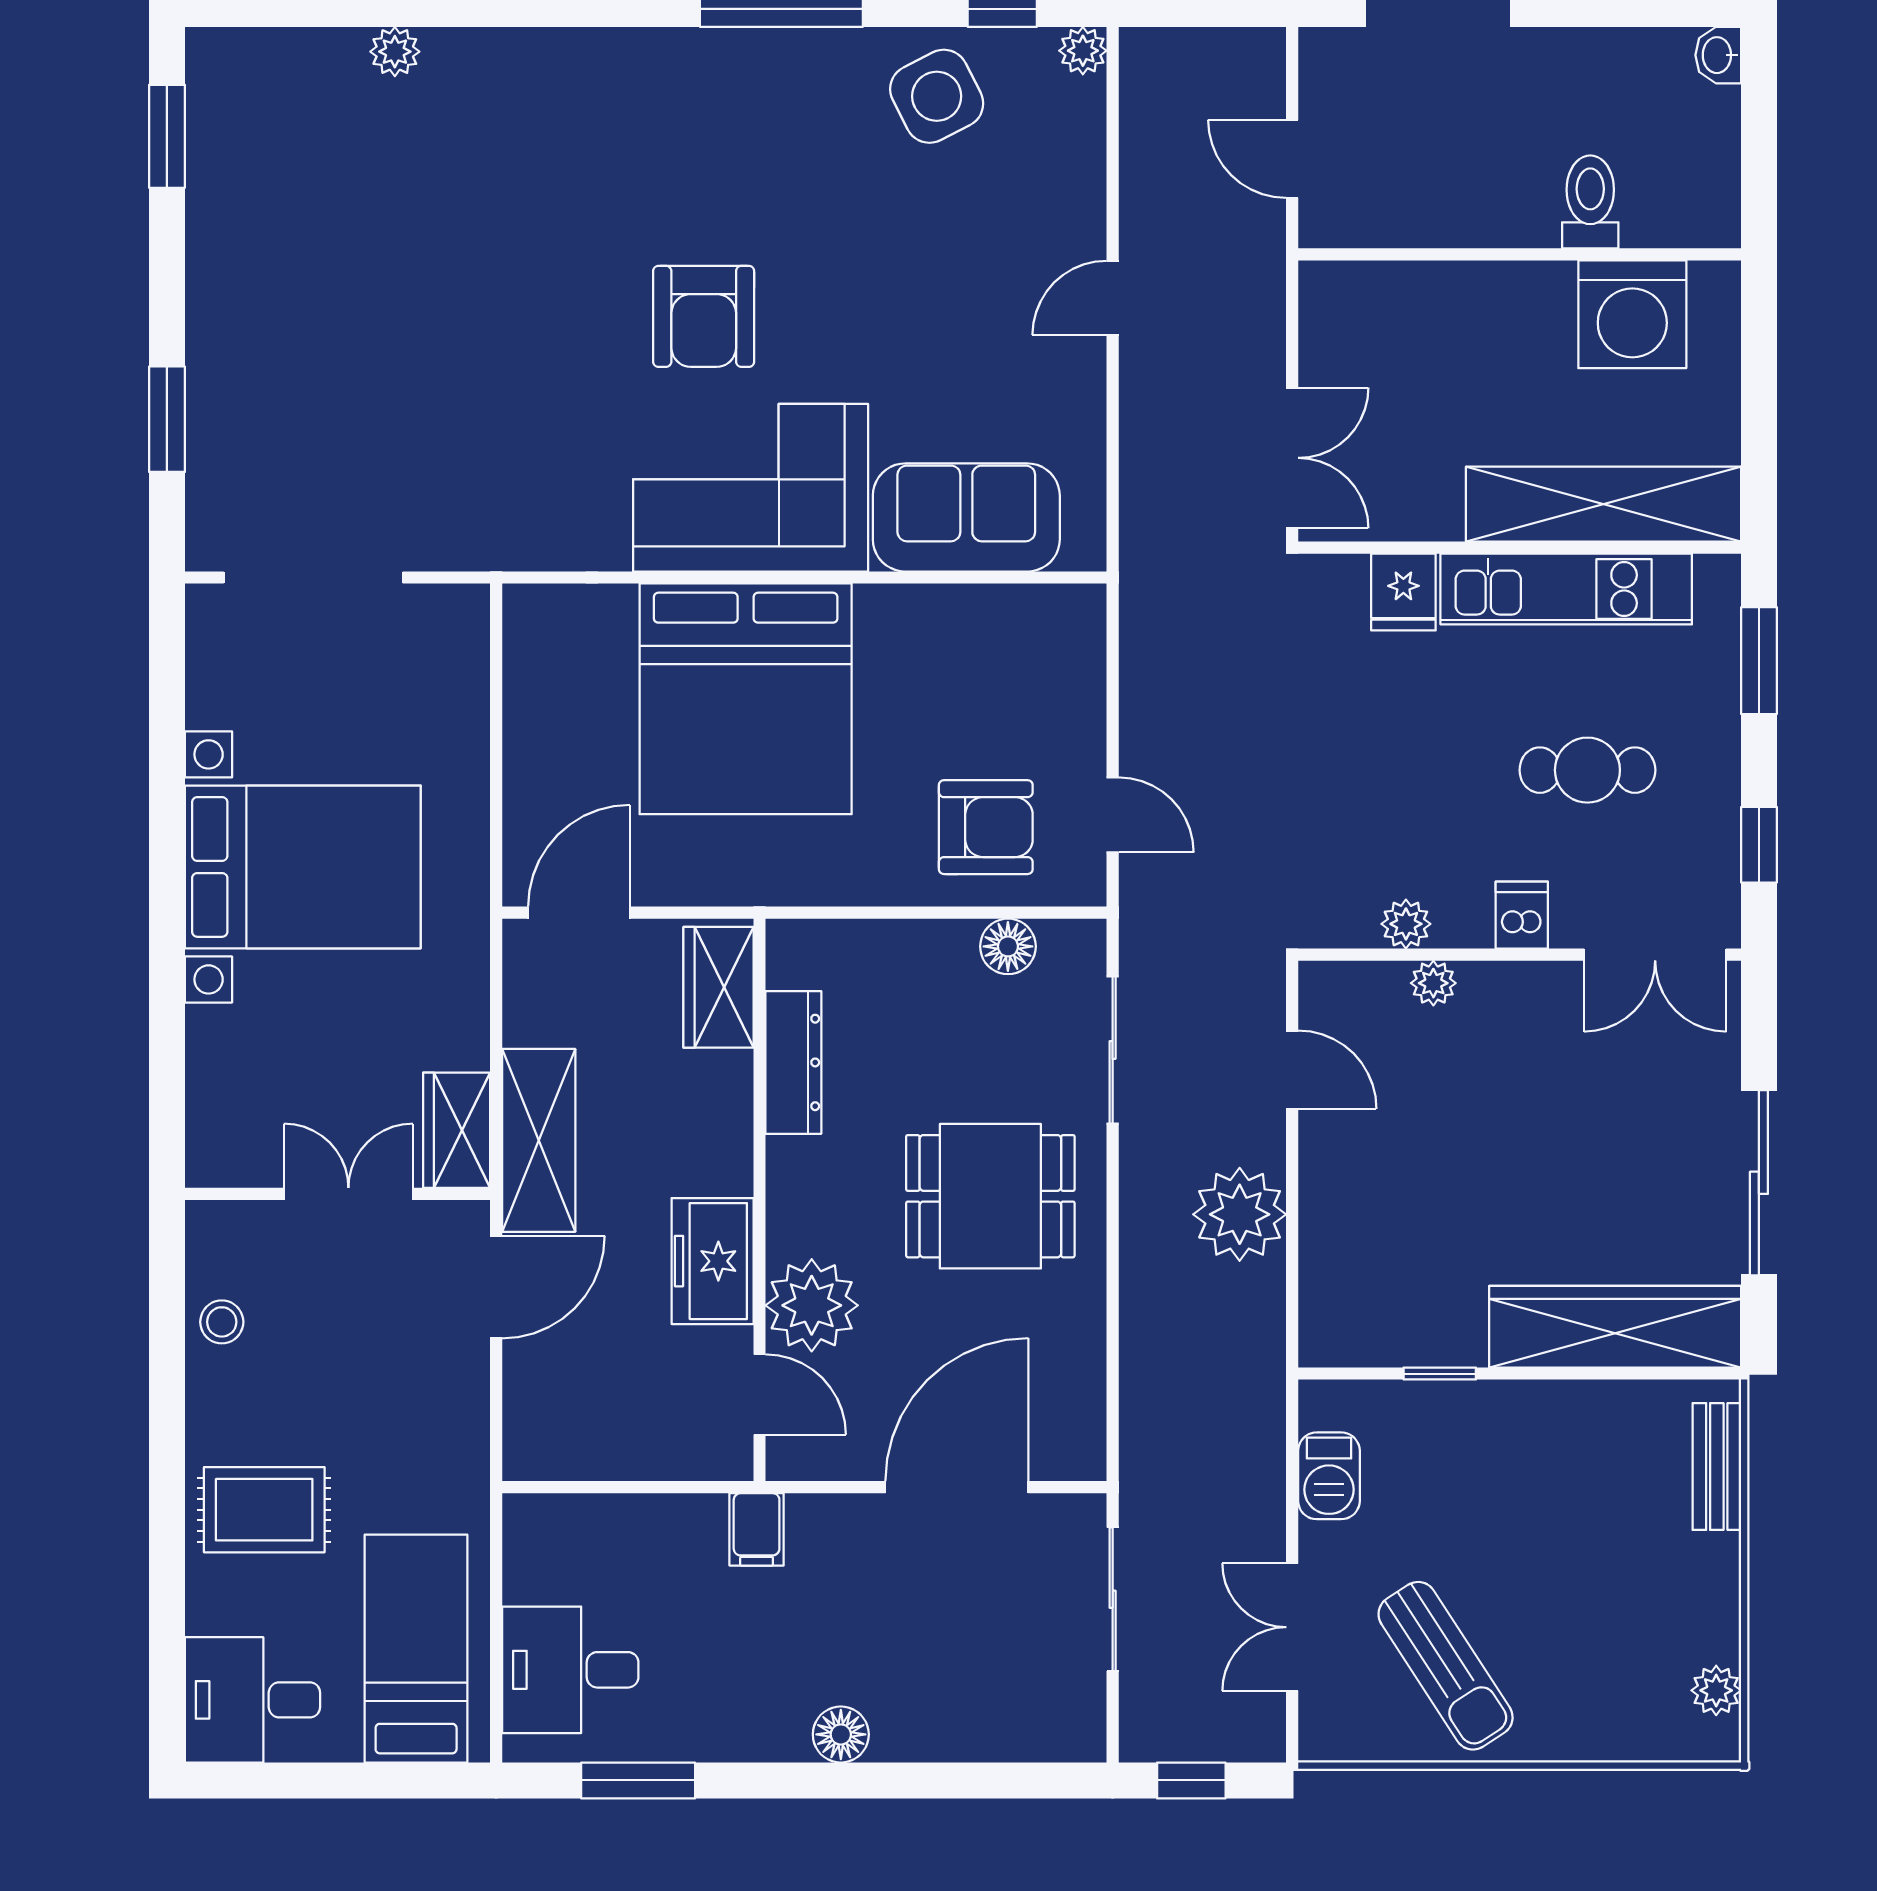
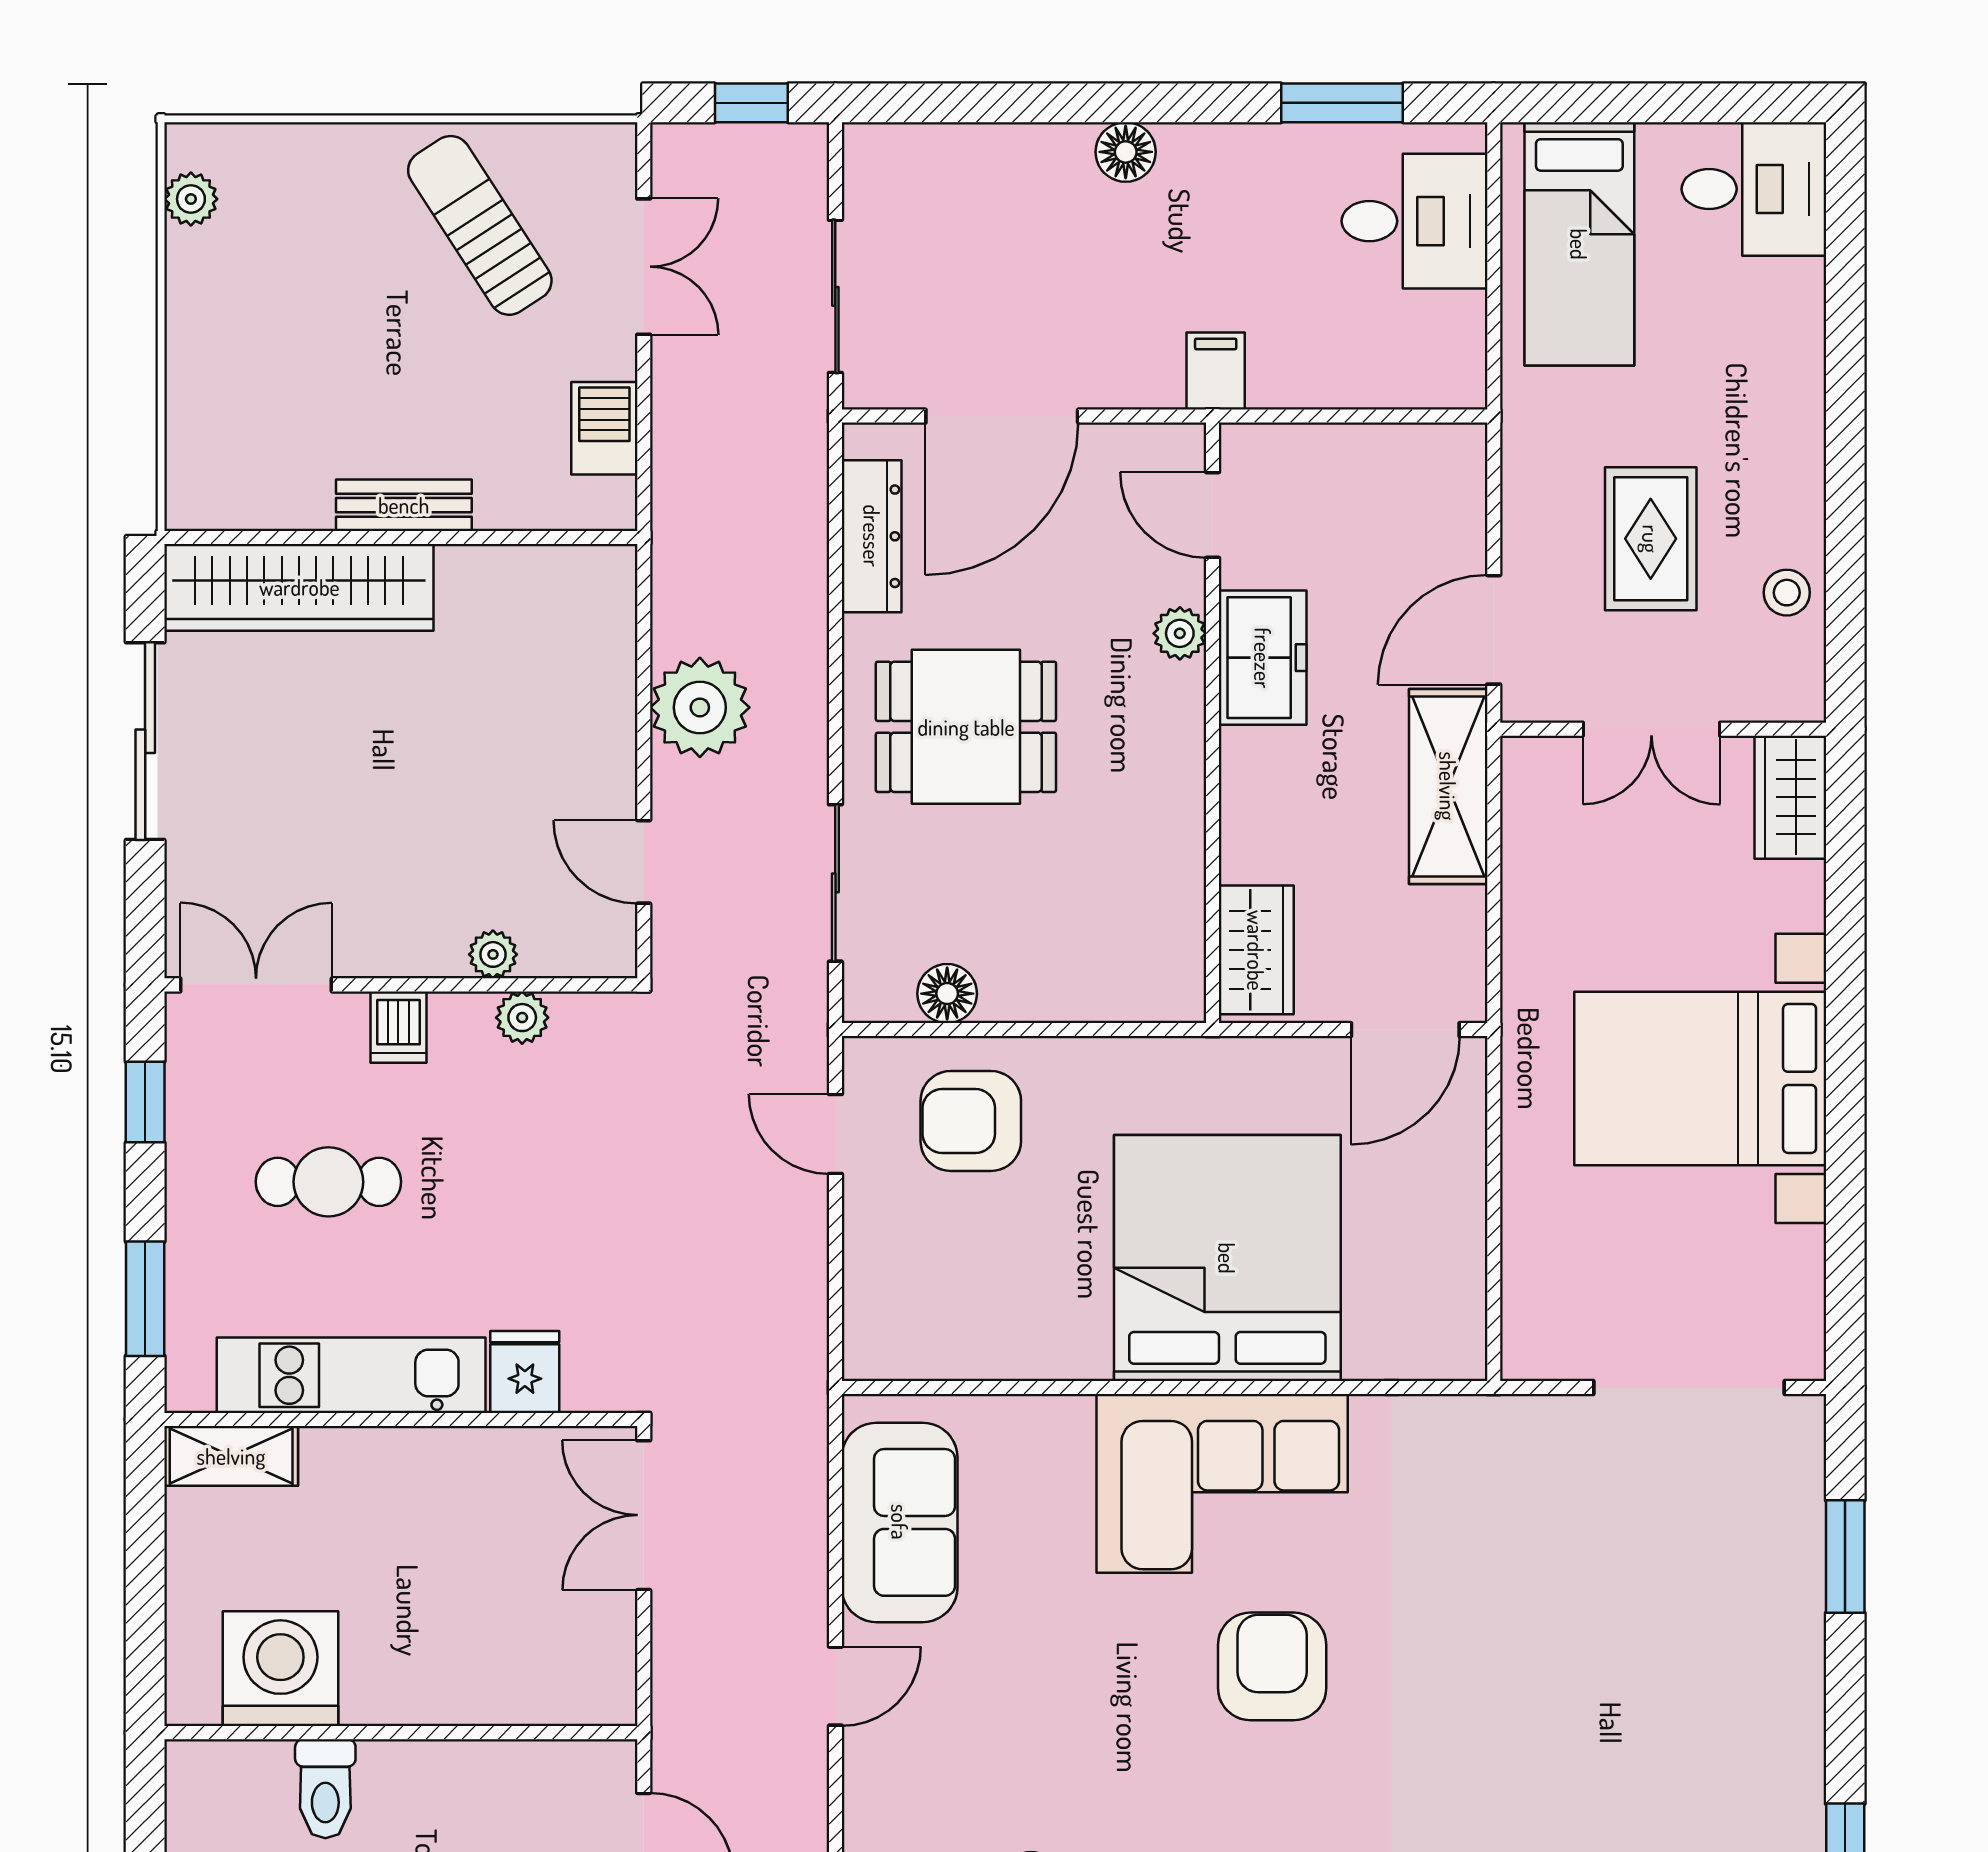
shelving: (1603, 504) -> (231, 1456), width x0.45, depth x0.75
sofa: (966, 517) -> (900, 1522), moved, turned -90
dresser: (793, 1062) -> (872, 536), moved, turned 180
wardrobe: (457, 1130) -> (1790, 797), moved, turned 180
plant: (812, 1305) -> (1180, 633), width x0.53, depth x0.53
window: (1440, 1374) -> (486, 537), removed
bench: (1717, 1467) -> (404, 505), moved, turned 90
rug: (264, 1510) -> (1651, 539), moved, turned 90

